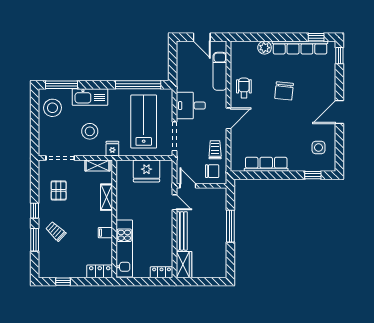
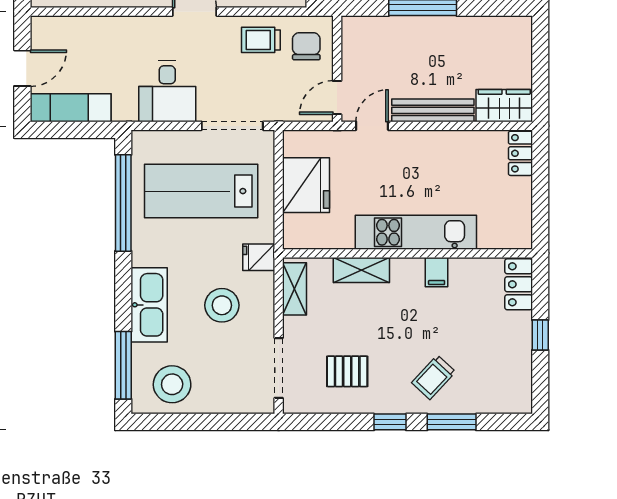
exam couch: (220, 71) -> (71, 108), moved, turned 180
kitchen unit: (124, 248) -> (416, 232), moved
window: (63, 282) -> (540, 335), moved

